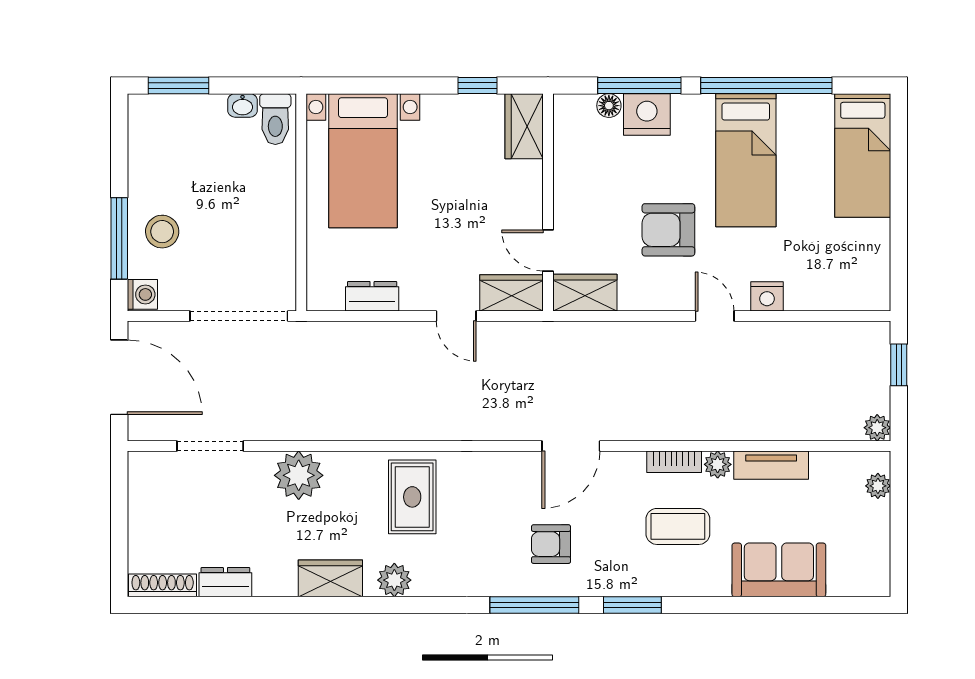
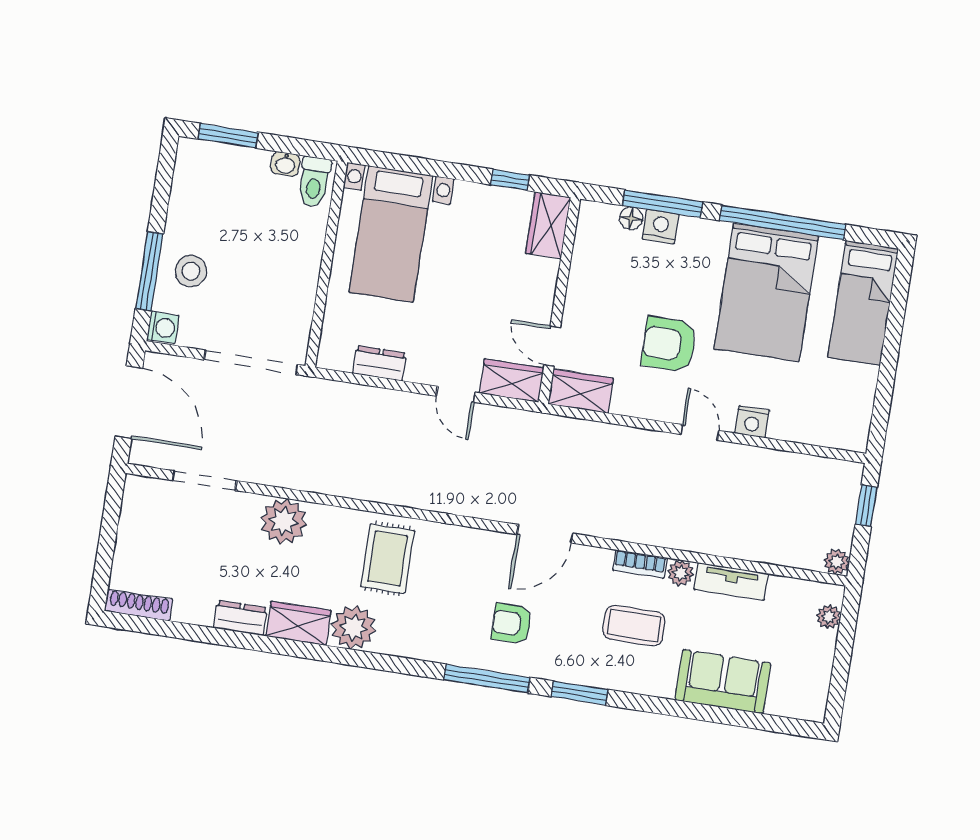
nightstand: (647, 115) -> (661, 227), width x0.74, depth x0.75
bed: (746, 160) -> (766, 292), width x1.50
plant: (394, 580) -> (354, 628), width x1.36, depth x1.36
dresser: (225, 582) -> (240, 618), moved

